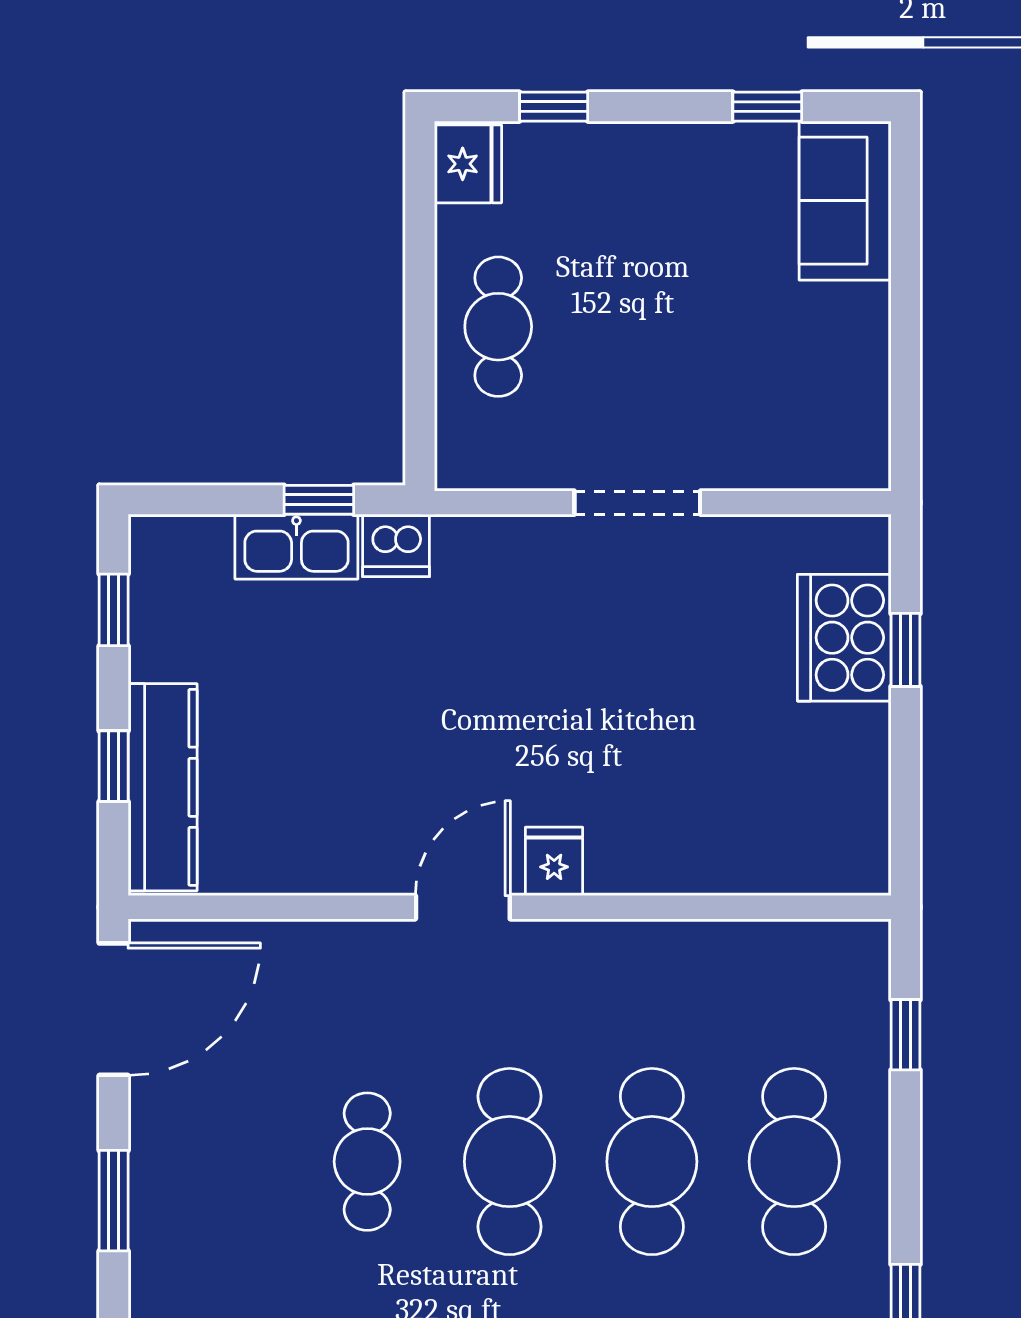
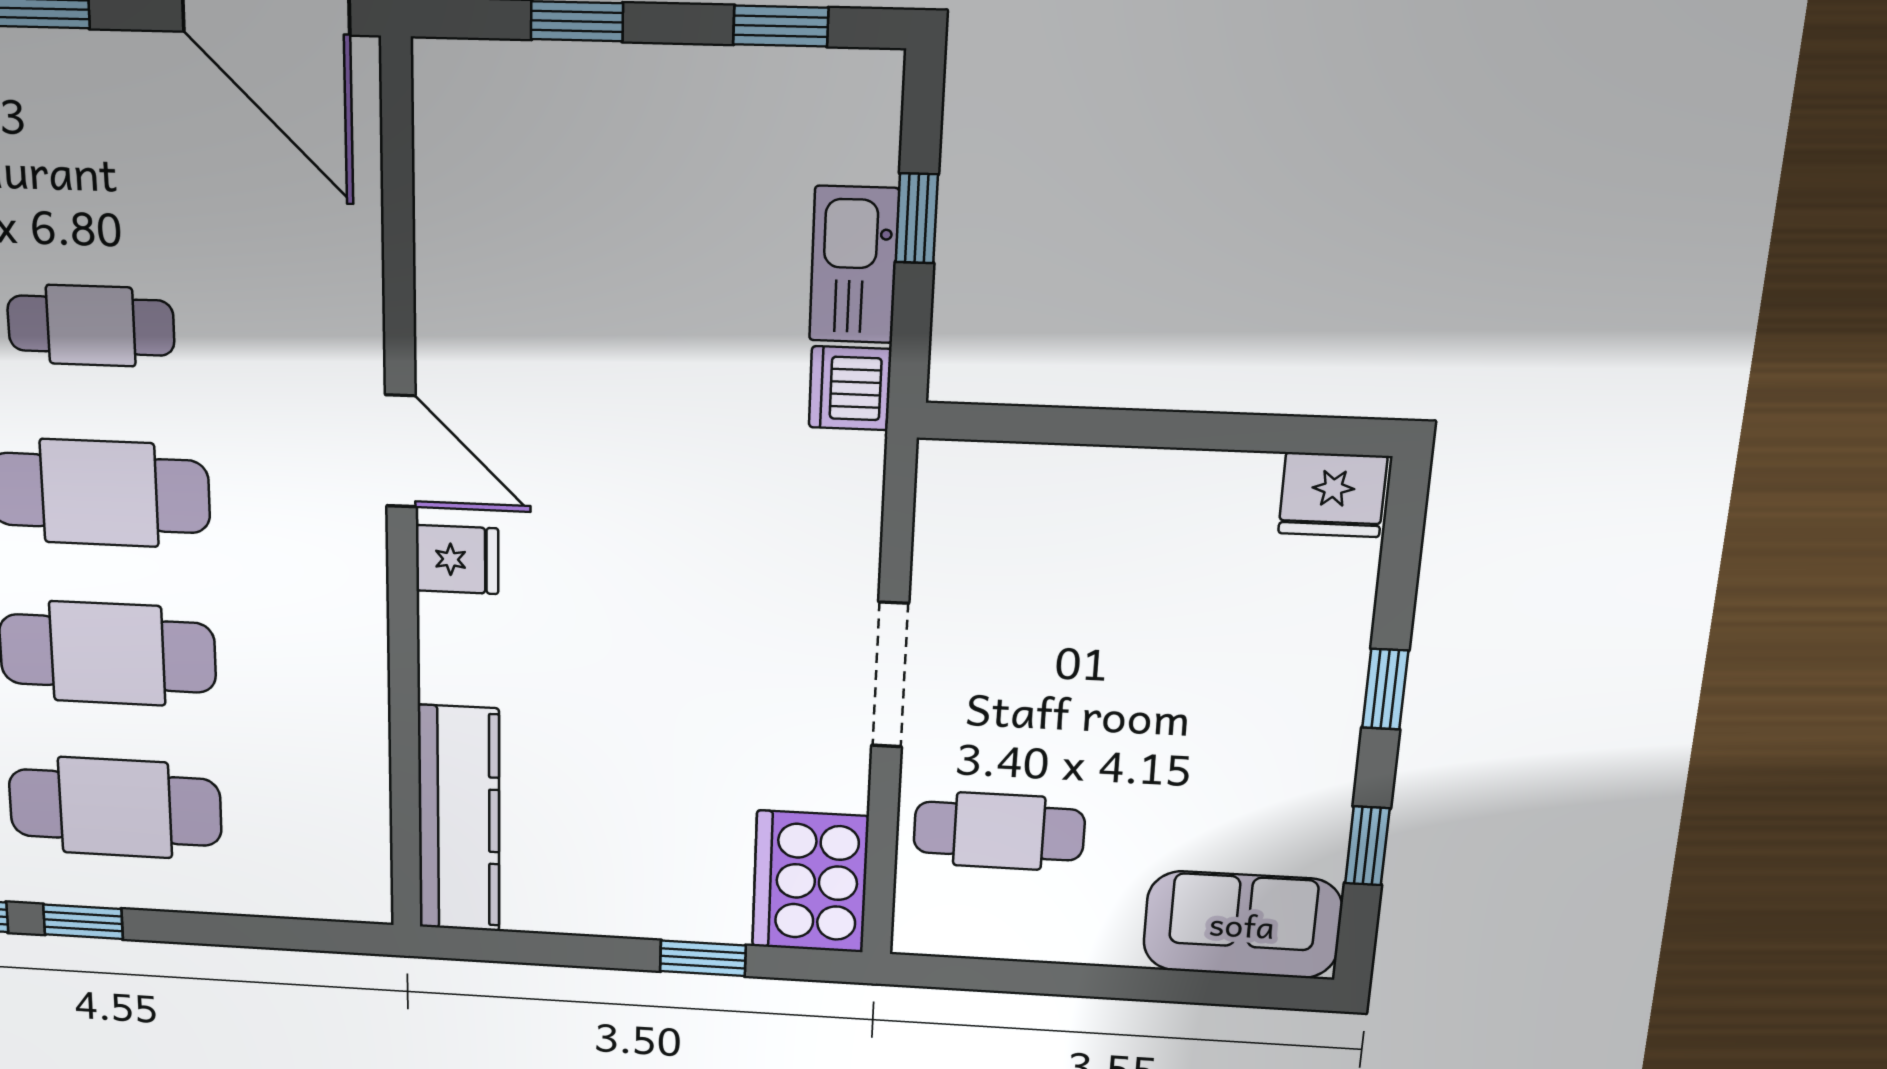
window: (554, 107) -> (1385, 689), moved
cafe table: (498, 327) -> (999, 831), moved
window: (319, 500) -> (917, 218), moved
cooker: (844, 638) -> (810, 882), moved, turned -90
kitchen counter: (163, 787) -> (459, 819), moved, turned -90
window: (905, 1035) -> (83, 922), moved

